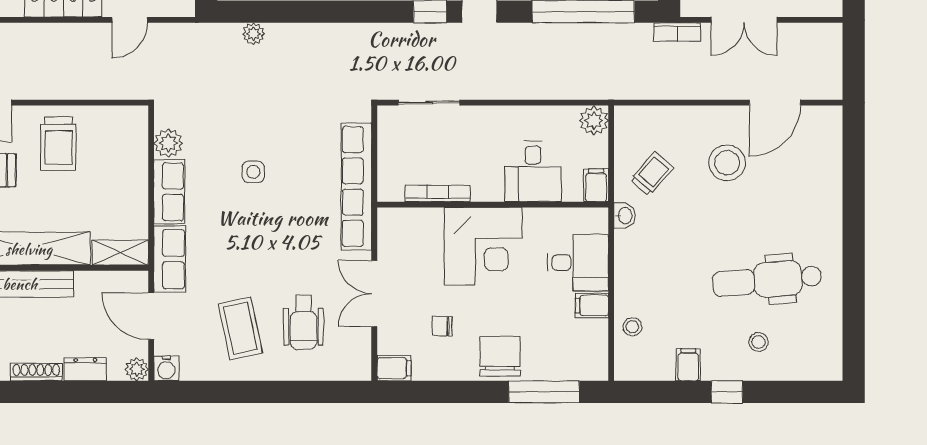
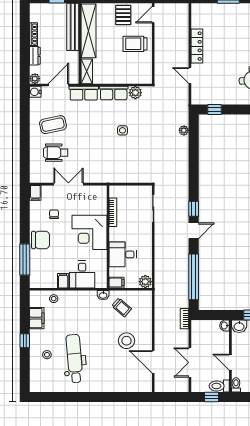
double door: (744, 20) -> (190, 362), moved
row of seats: (356, 187) -> (116, 176), removed
filing cabinet: (688, 365) -> (37, 318), width x2.00

